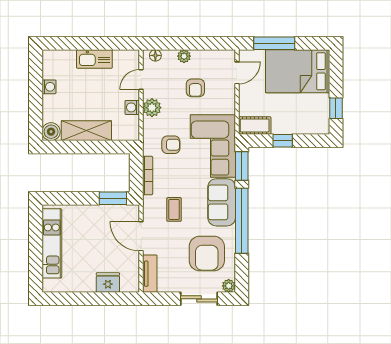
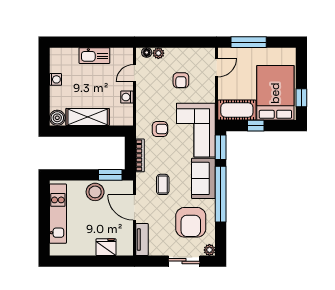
plant: (184, 56) -> (158, 53), moved
bed: (298, 71) -> (275, 93), moved, turned 90
plant: (152, 108) -> (144, 97), removed
cot: (255, 126) -> (237, 110), width x1.37, depth x1.34
stool: (95, 218) -> (95, 192), added

